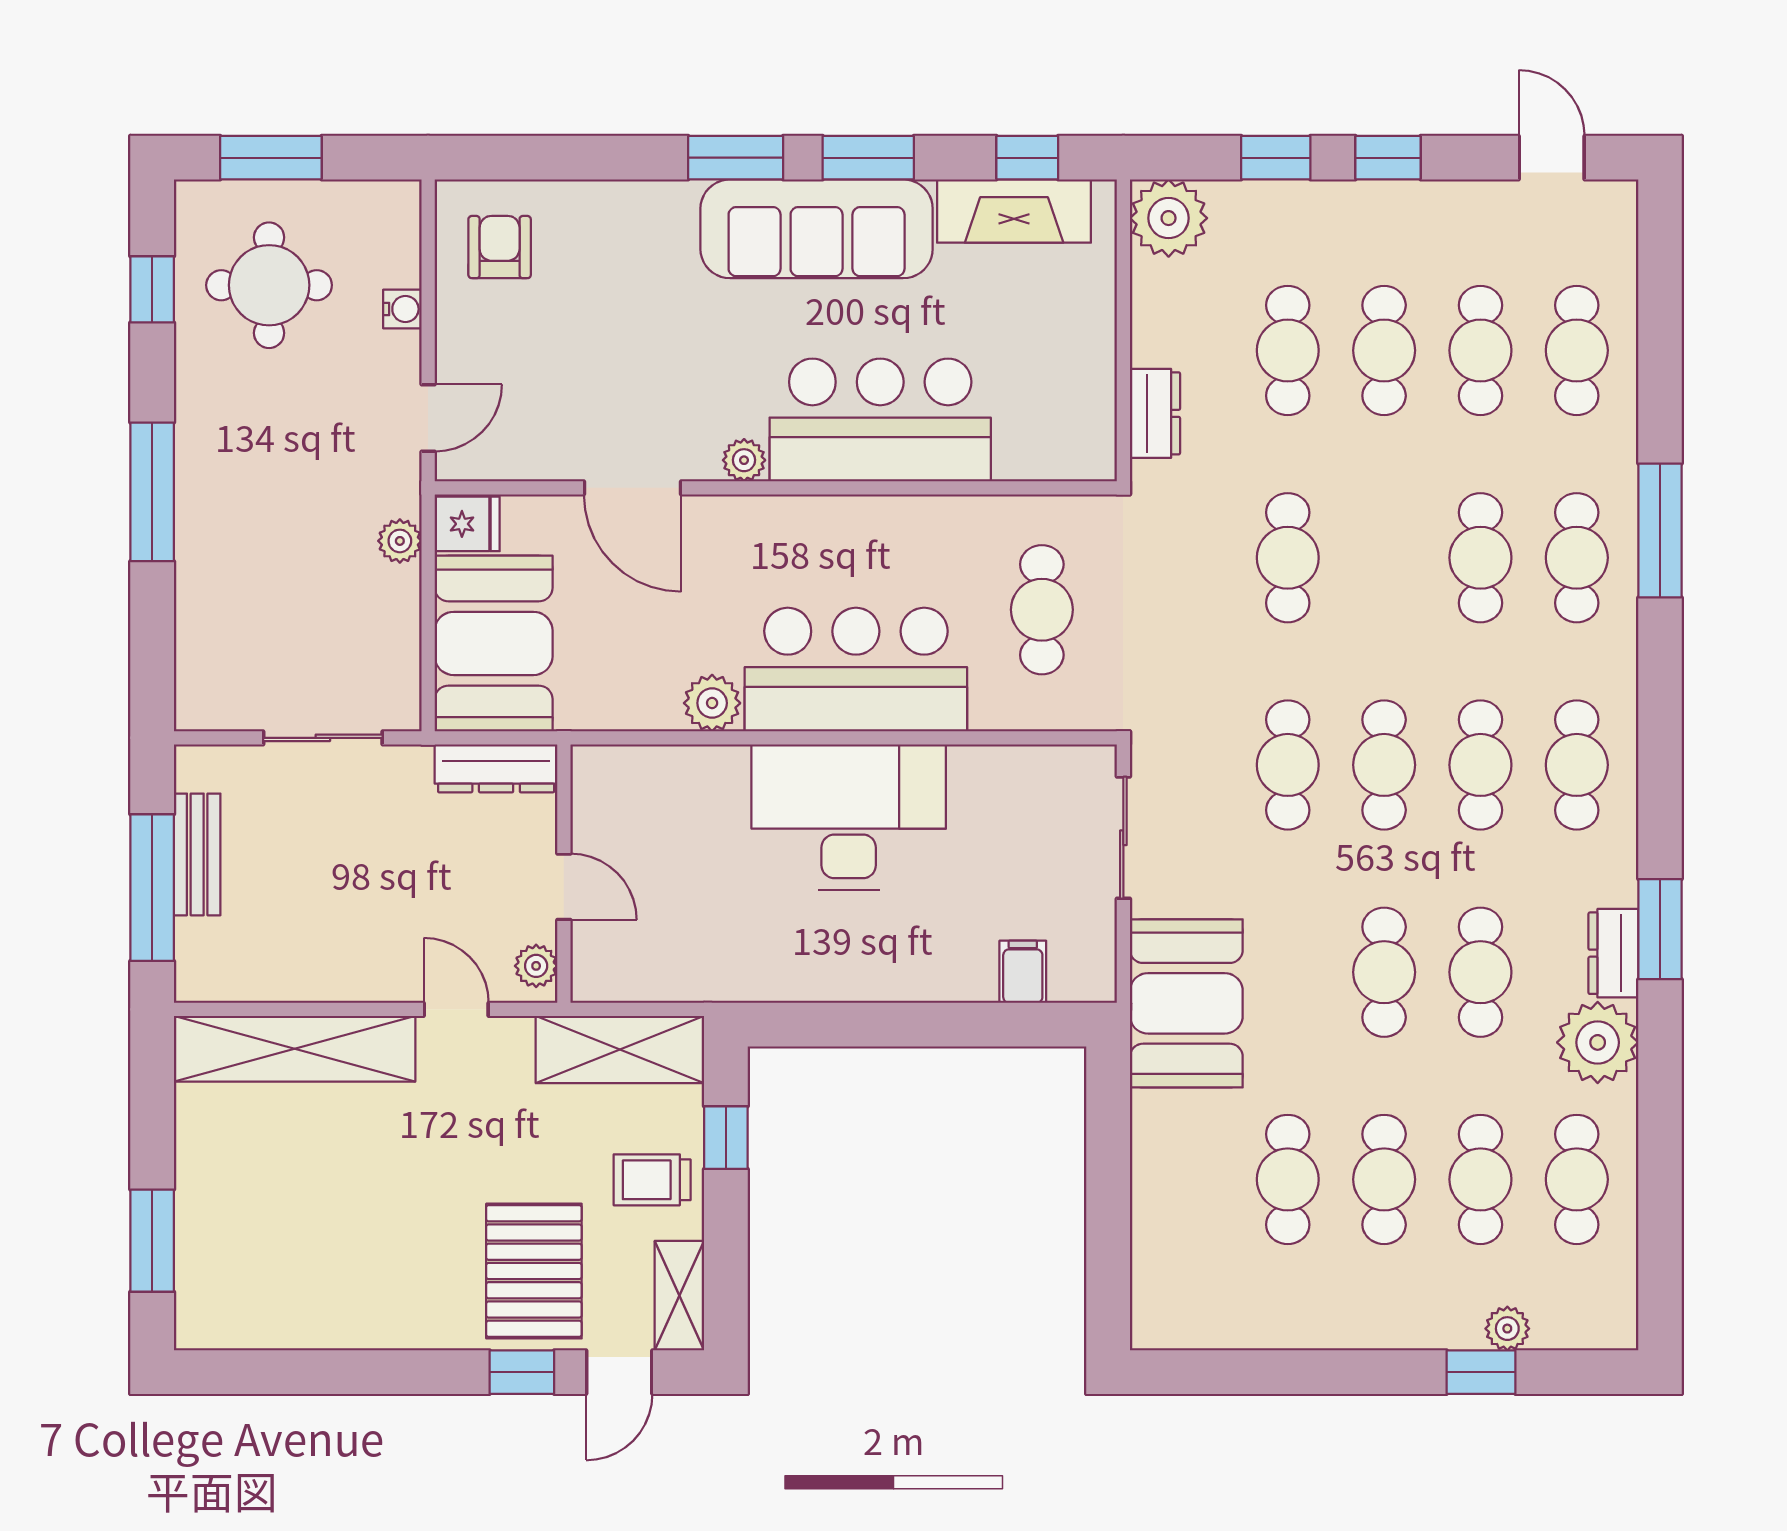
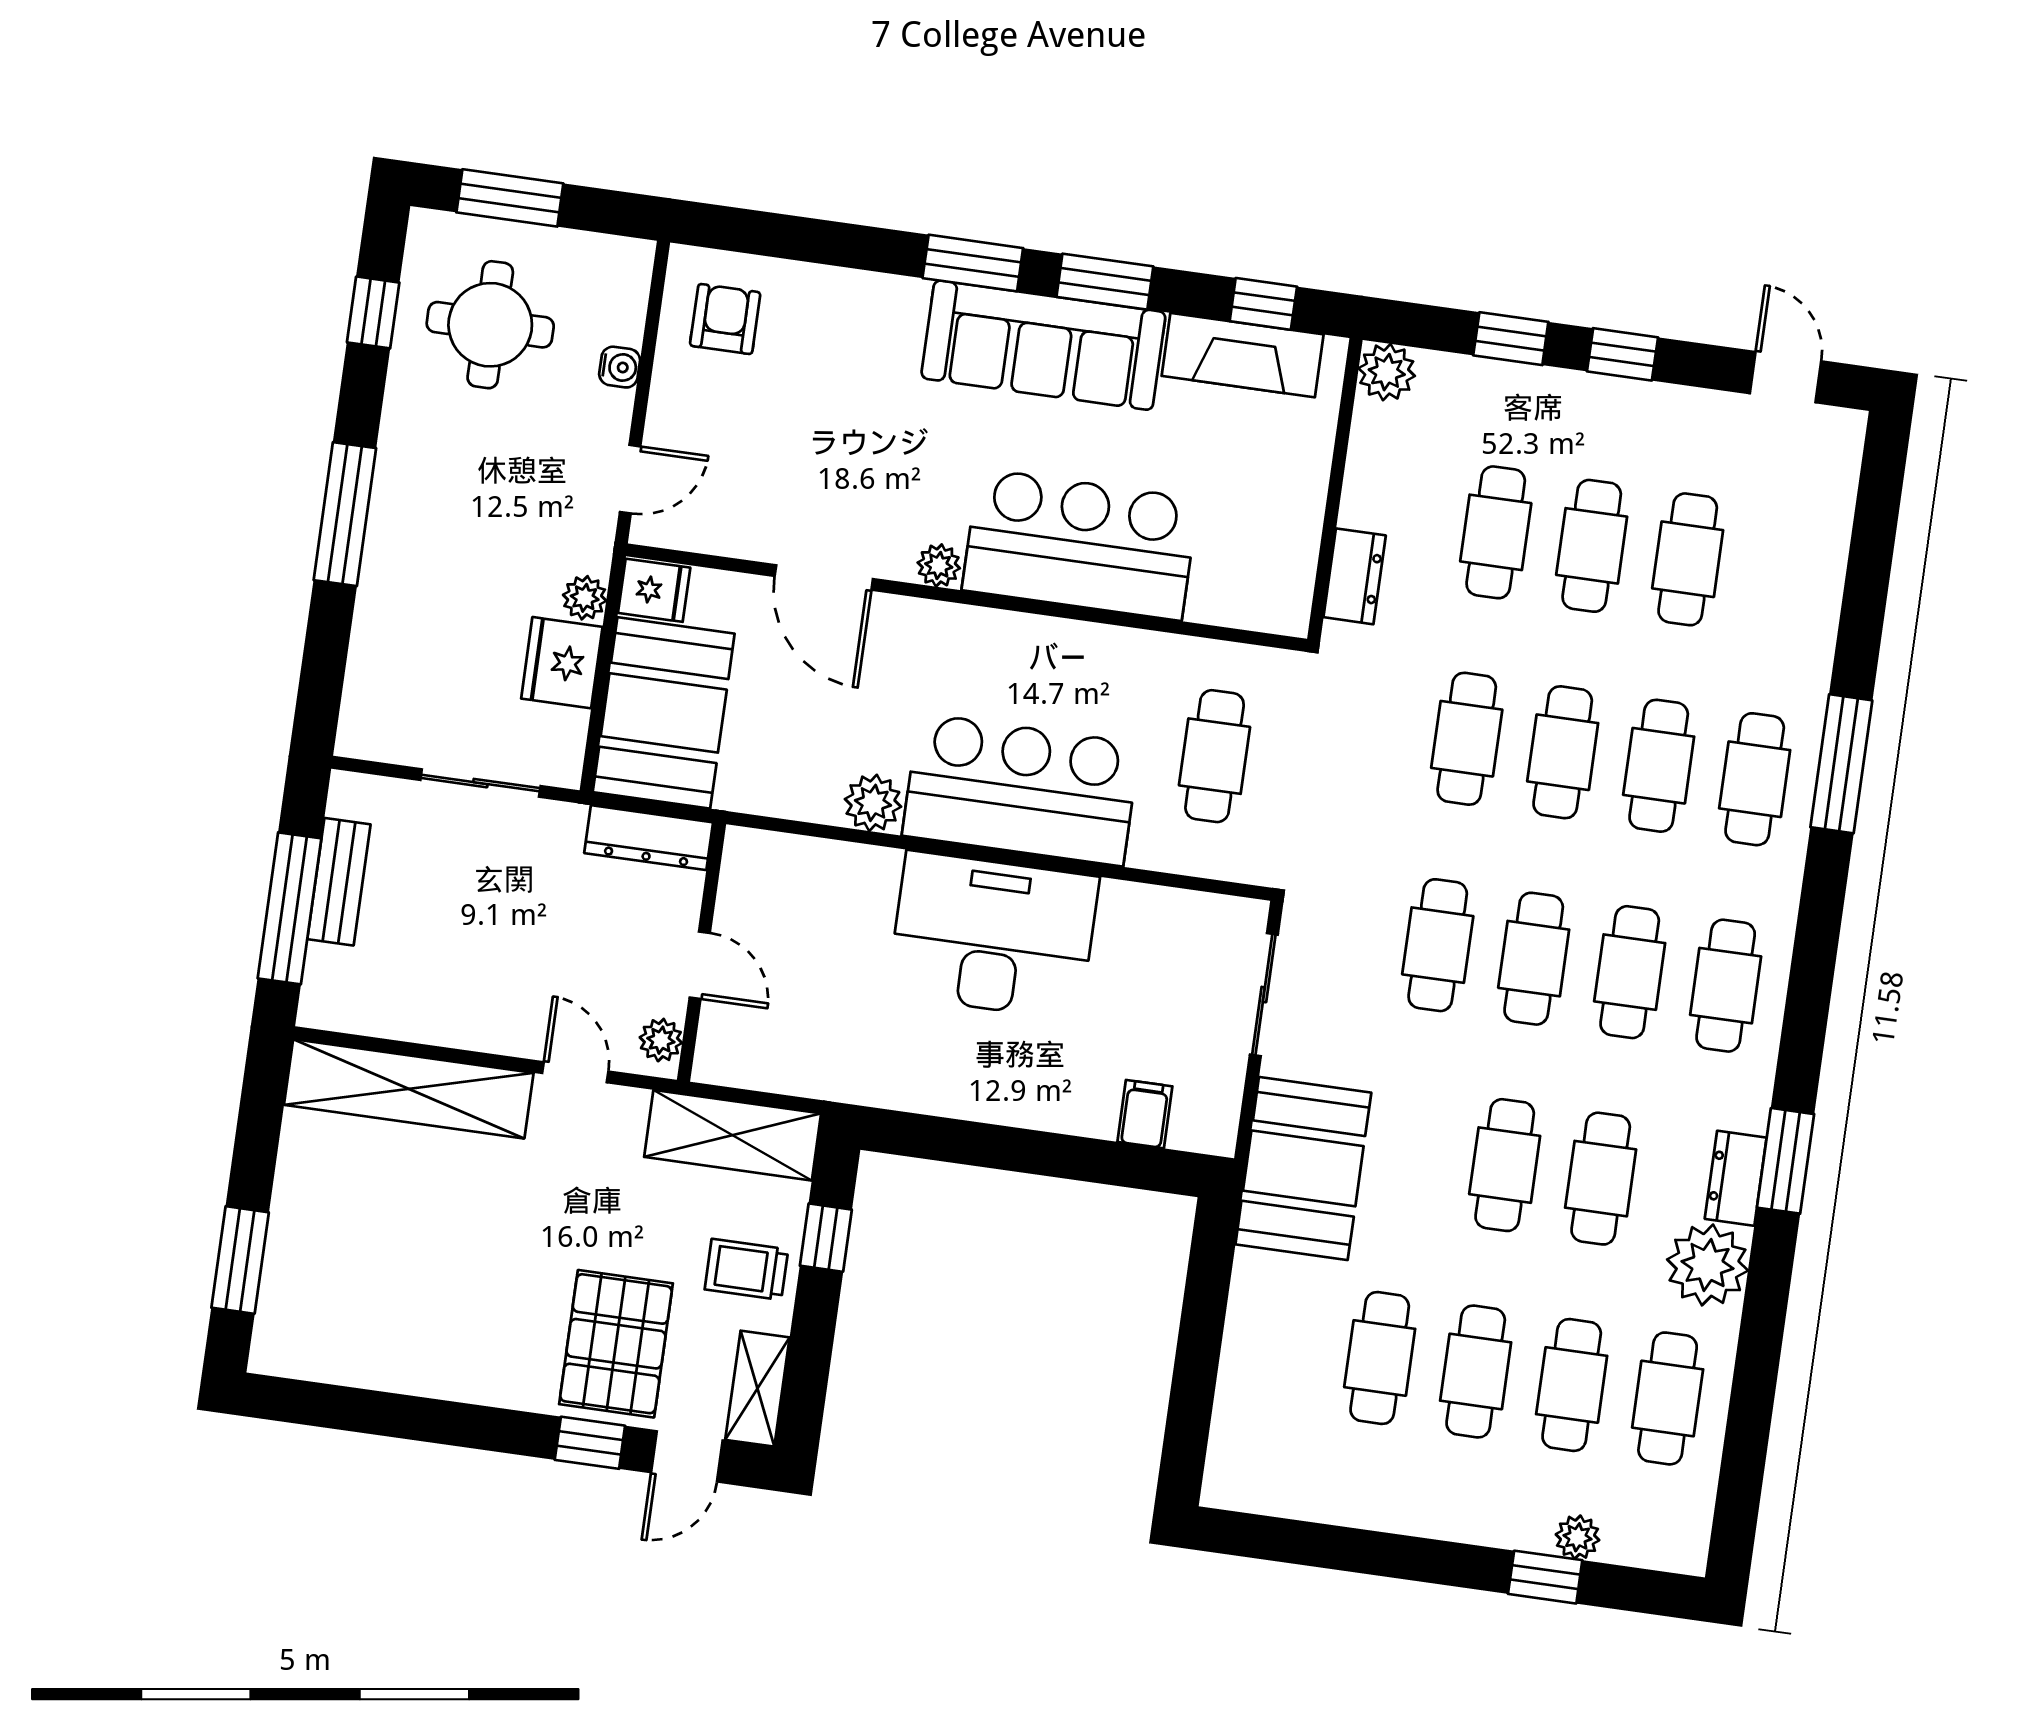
plant: (1169, 218) -> (1387, 372), width x0.73, depth x0.73
cafe table: (1577, 350) -> (1563, 752), moved
fridge: (386, 608) -> (562, 663), added

